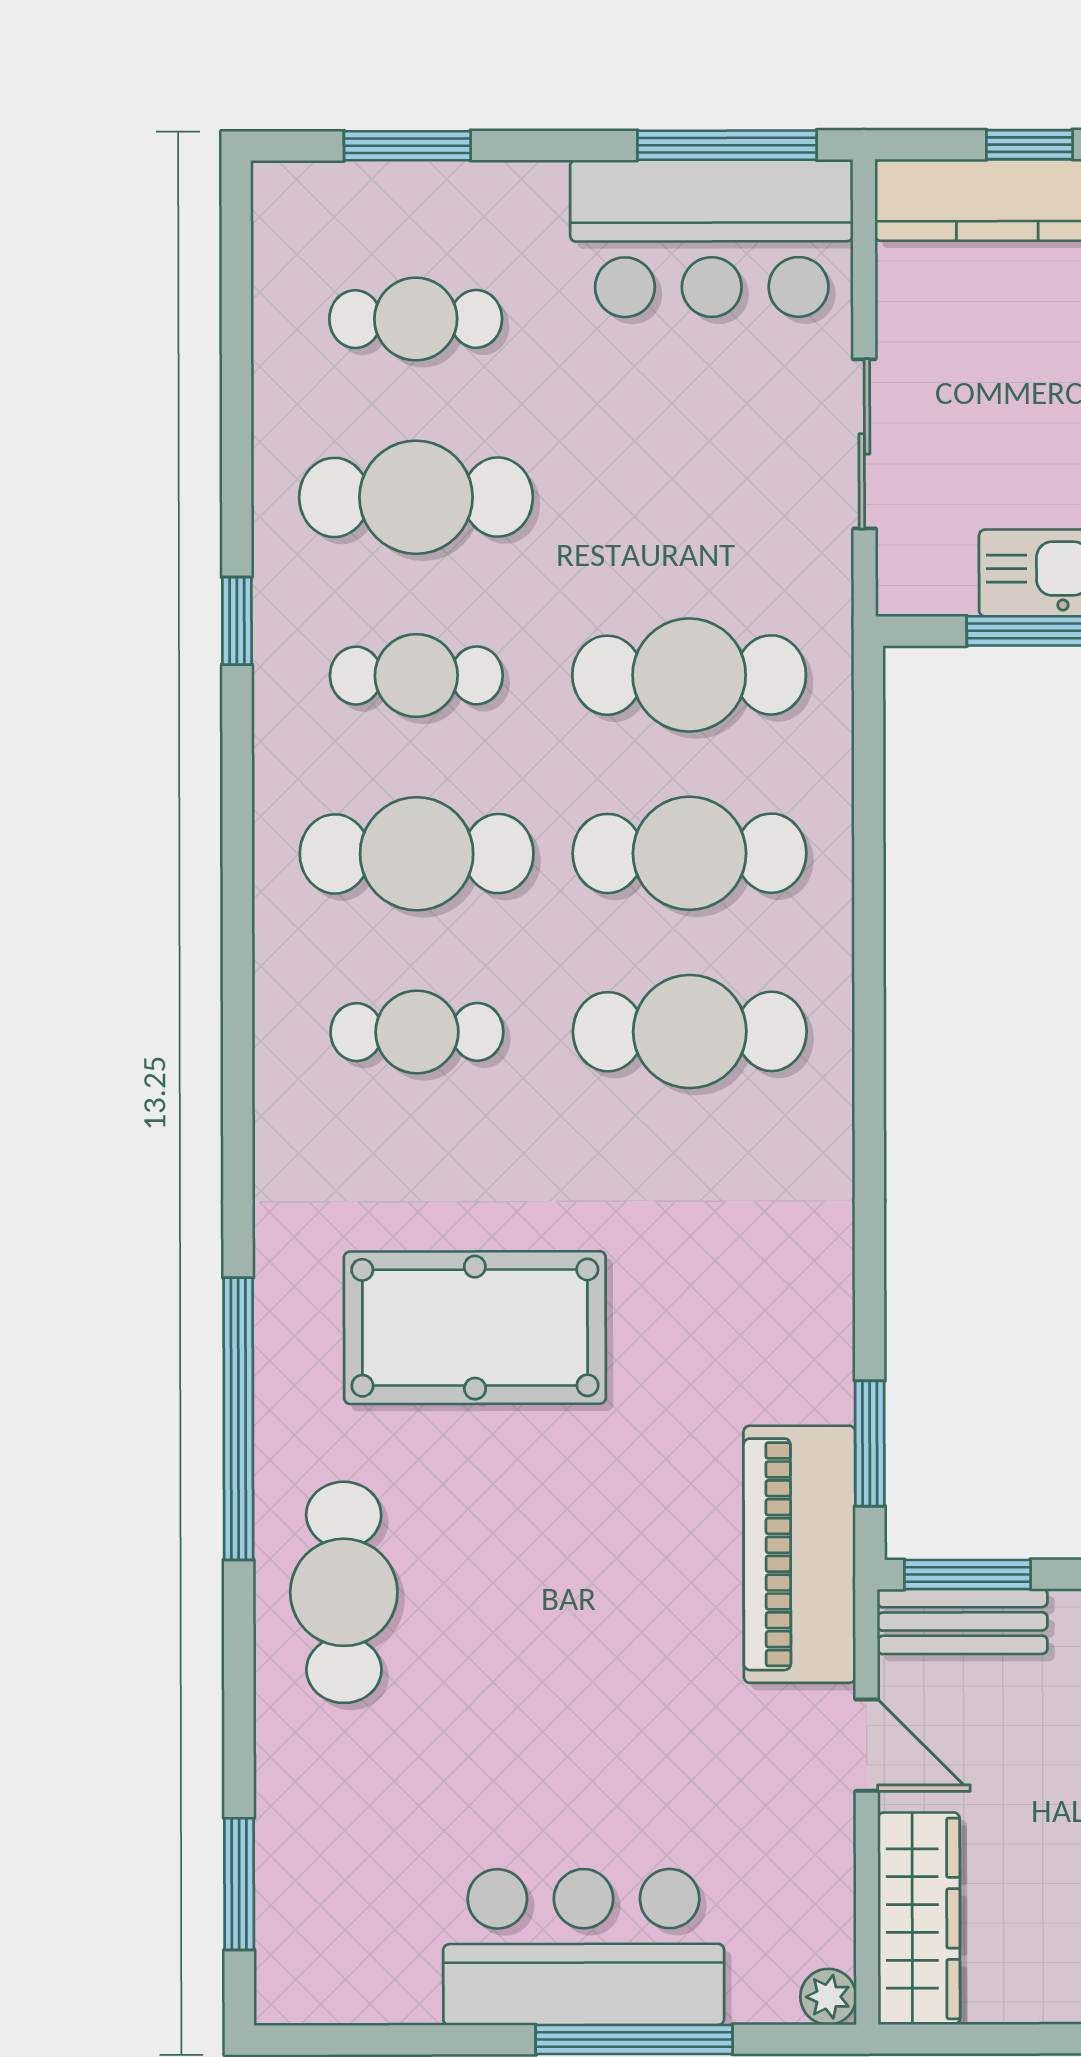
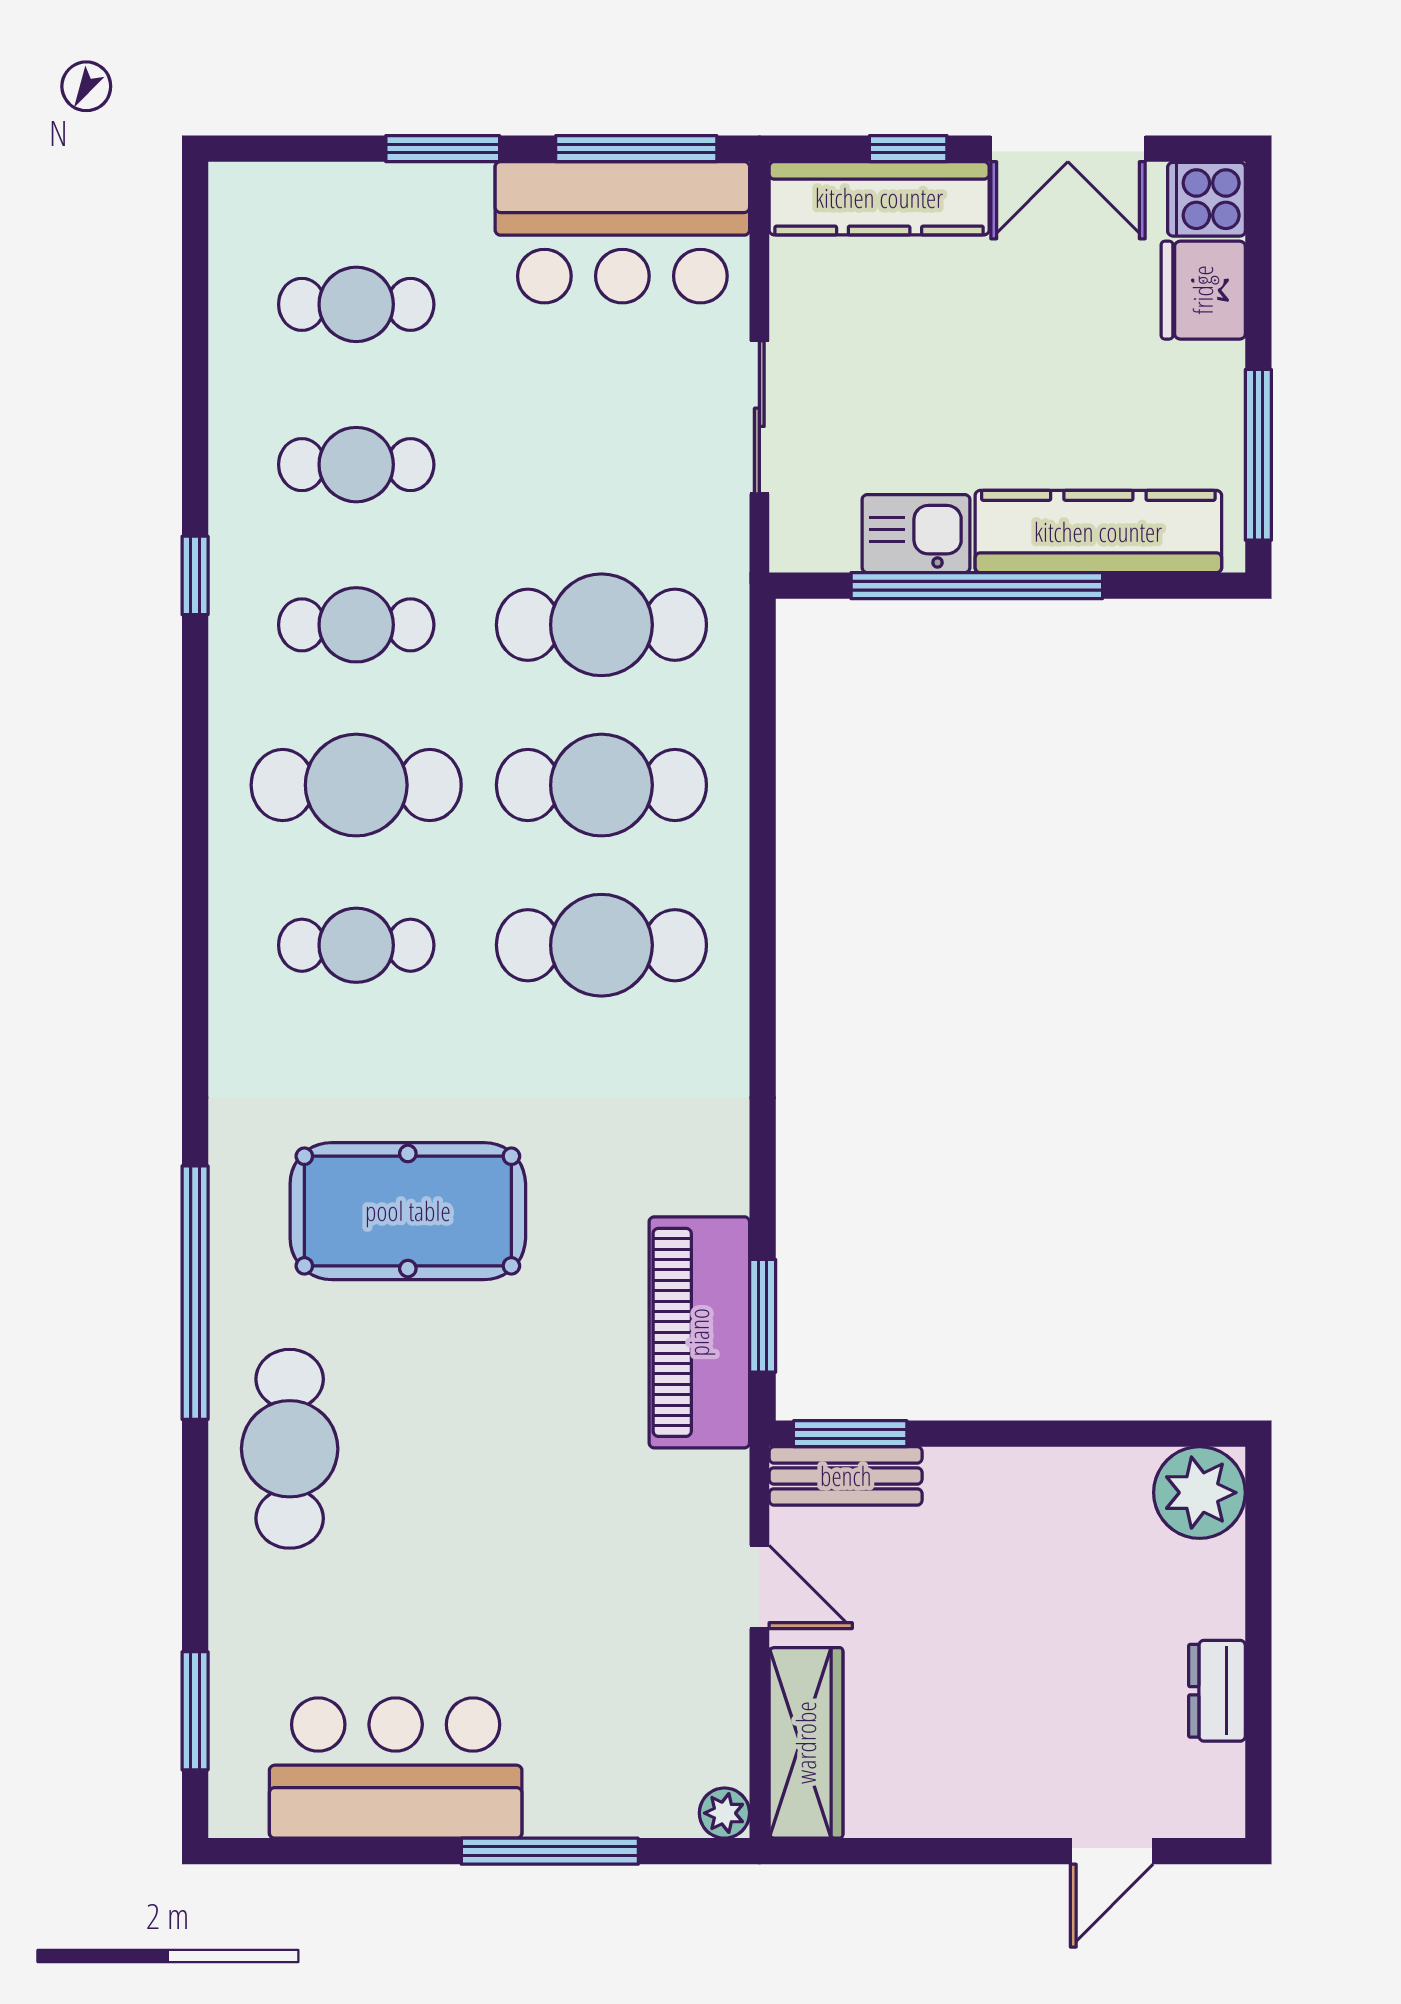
window: (407, 146) -> (443, 149), moved
cafe table: (416, 497) -> (356, 465), width x0.73, depth x0.74
piano: (800, 1554) -> (699, 1332), moved
bar counter: (584, 1947) -> (396, 1768), moved

